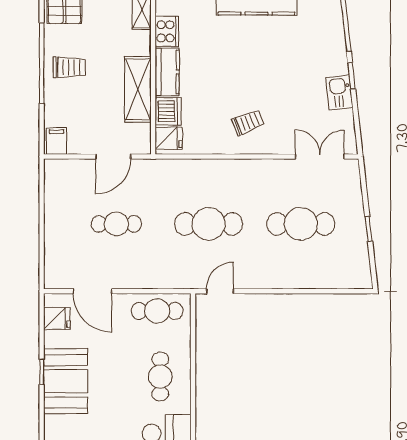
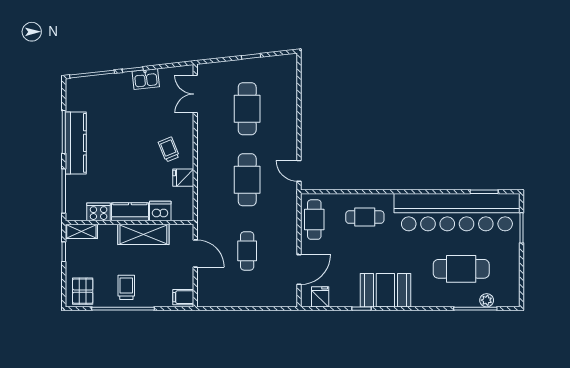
fridge: (169, 138) -> (183, 178), moved, turned -90
booth: (66, 381) -> (385, 290), moved

